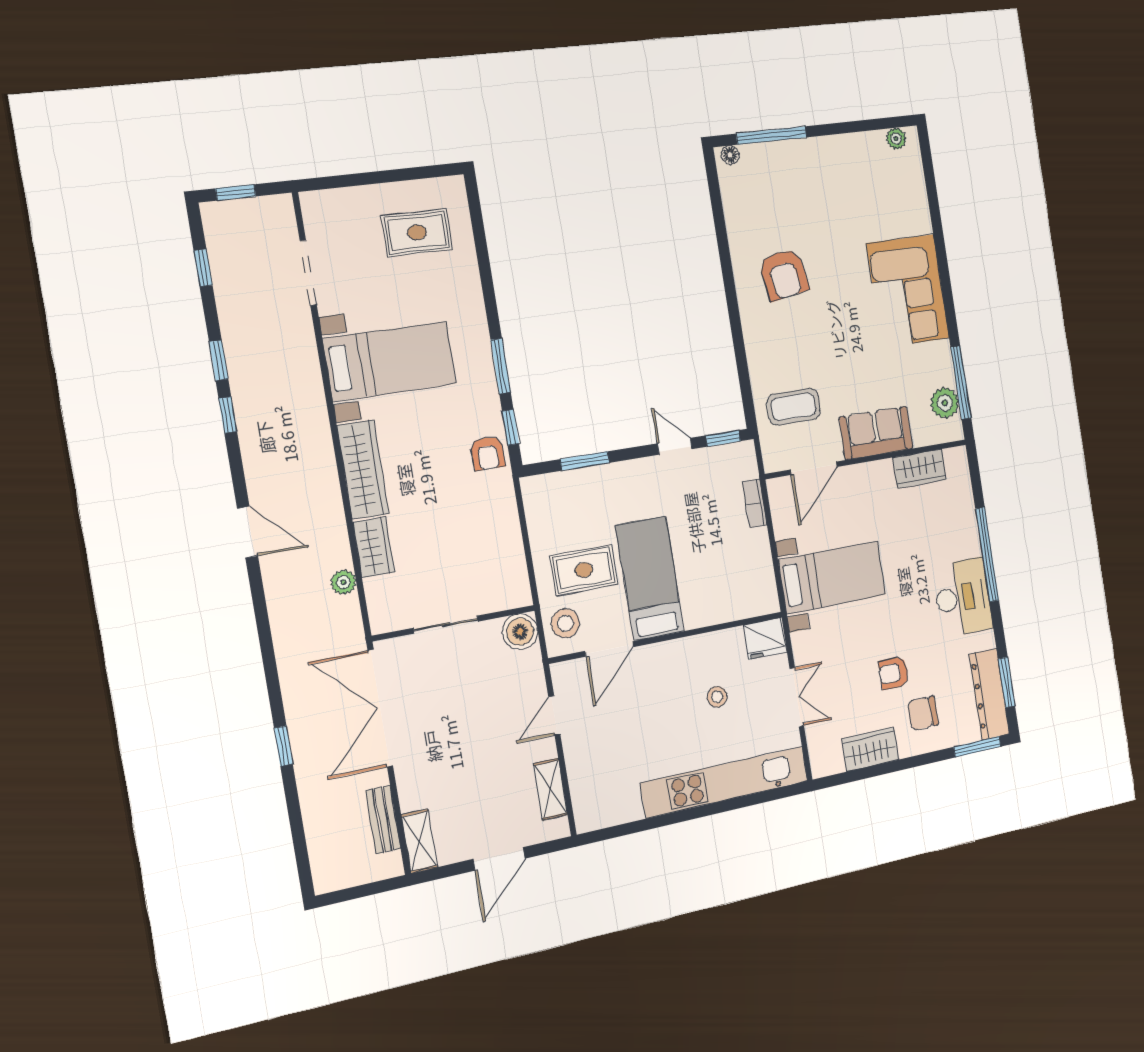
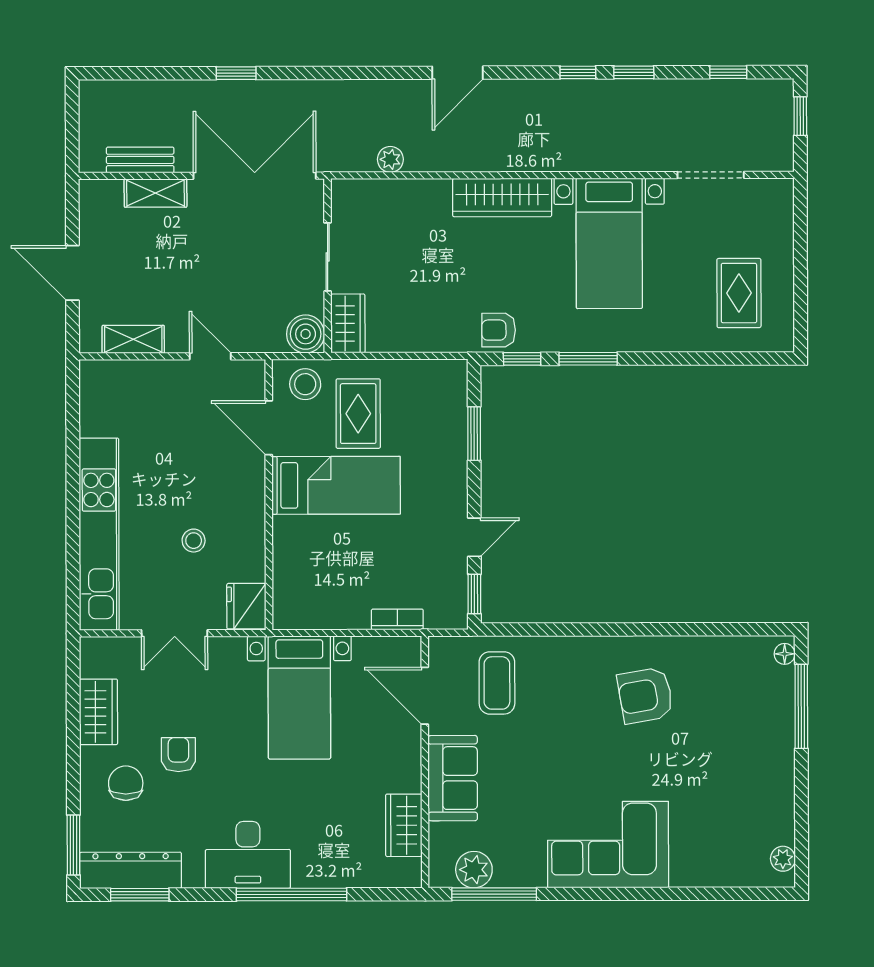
wardrobe: (374, 547) -> (348, 323), moved, turned -90
shelving: (419, 841) -> (156, 193), moved

